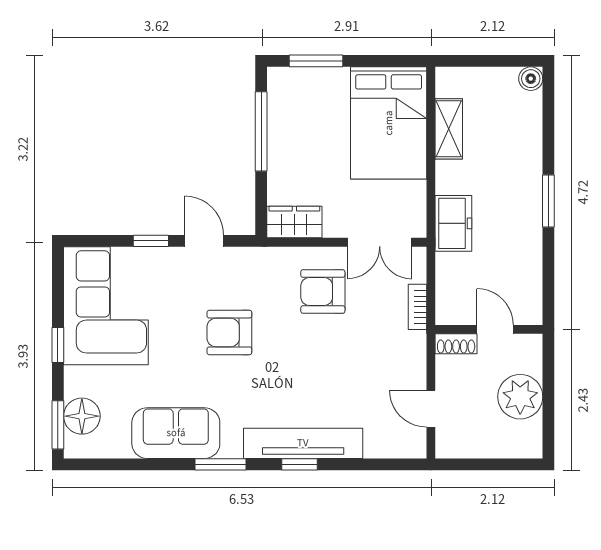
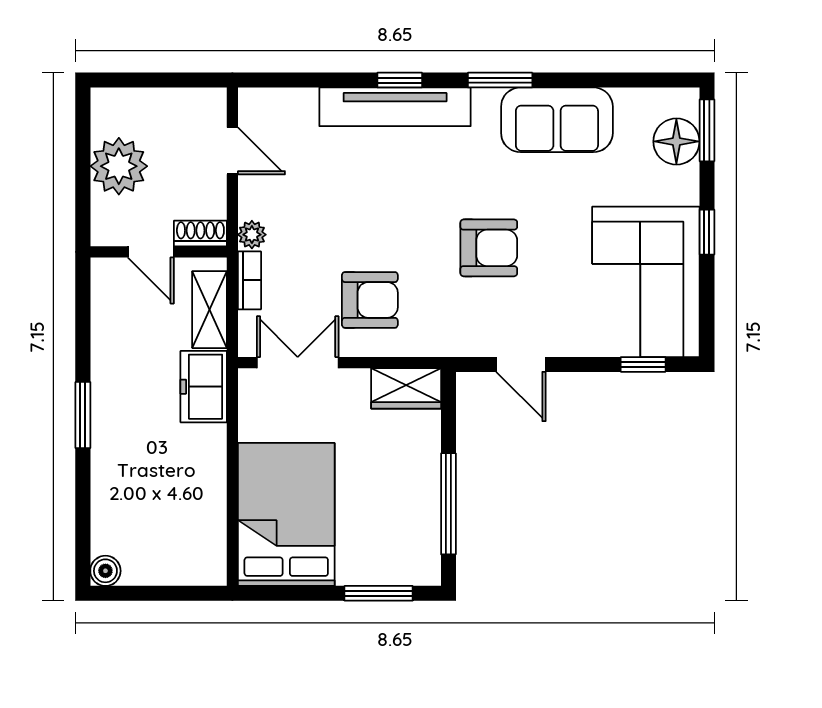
shelving: (449, 129) -> (210, 310), moved
window: (151, 241) -> (643, 364), moved
plant: (416, 343) -> (252, 235), added

